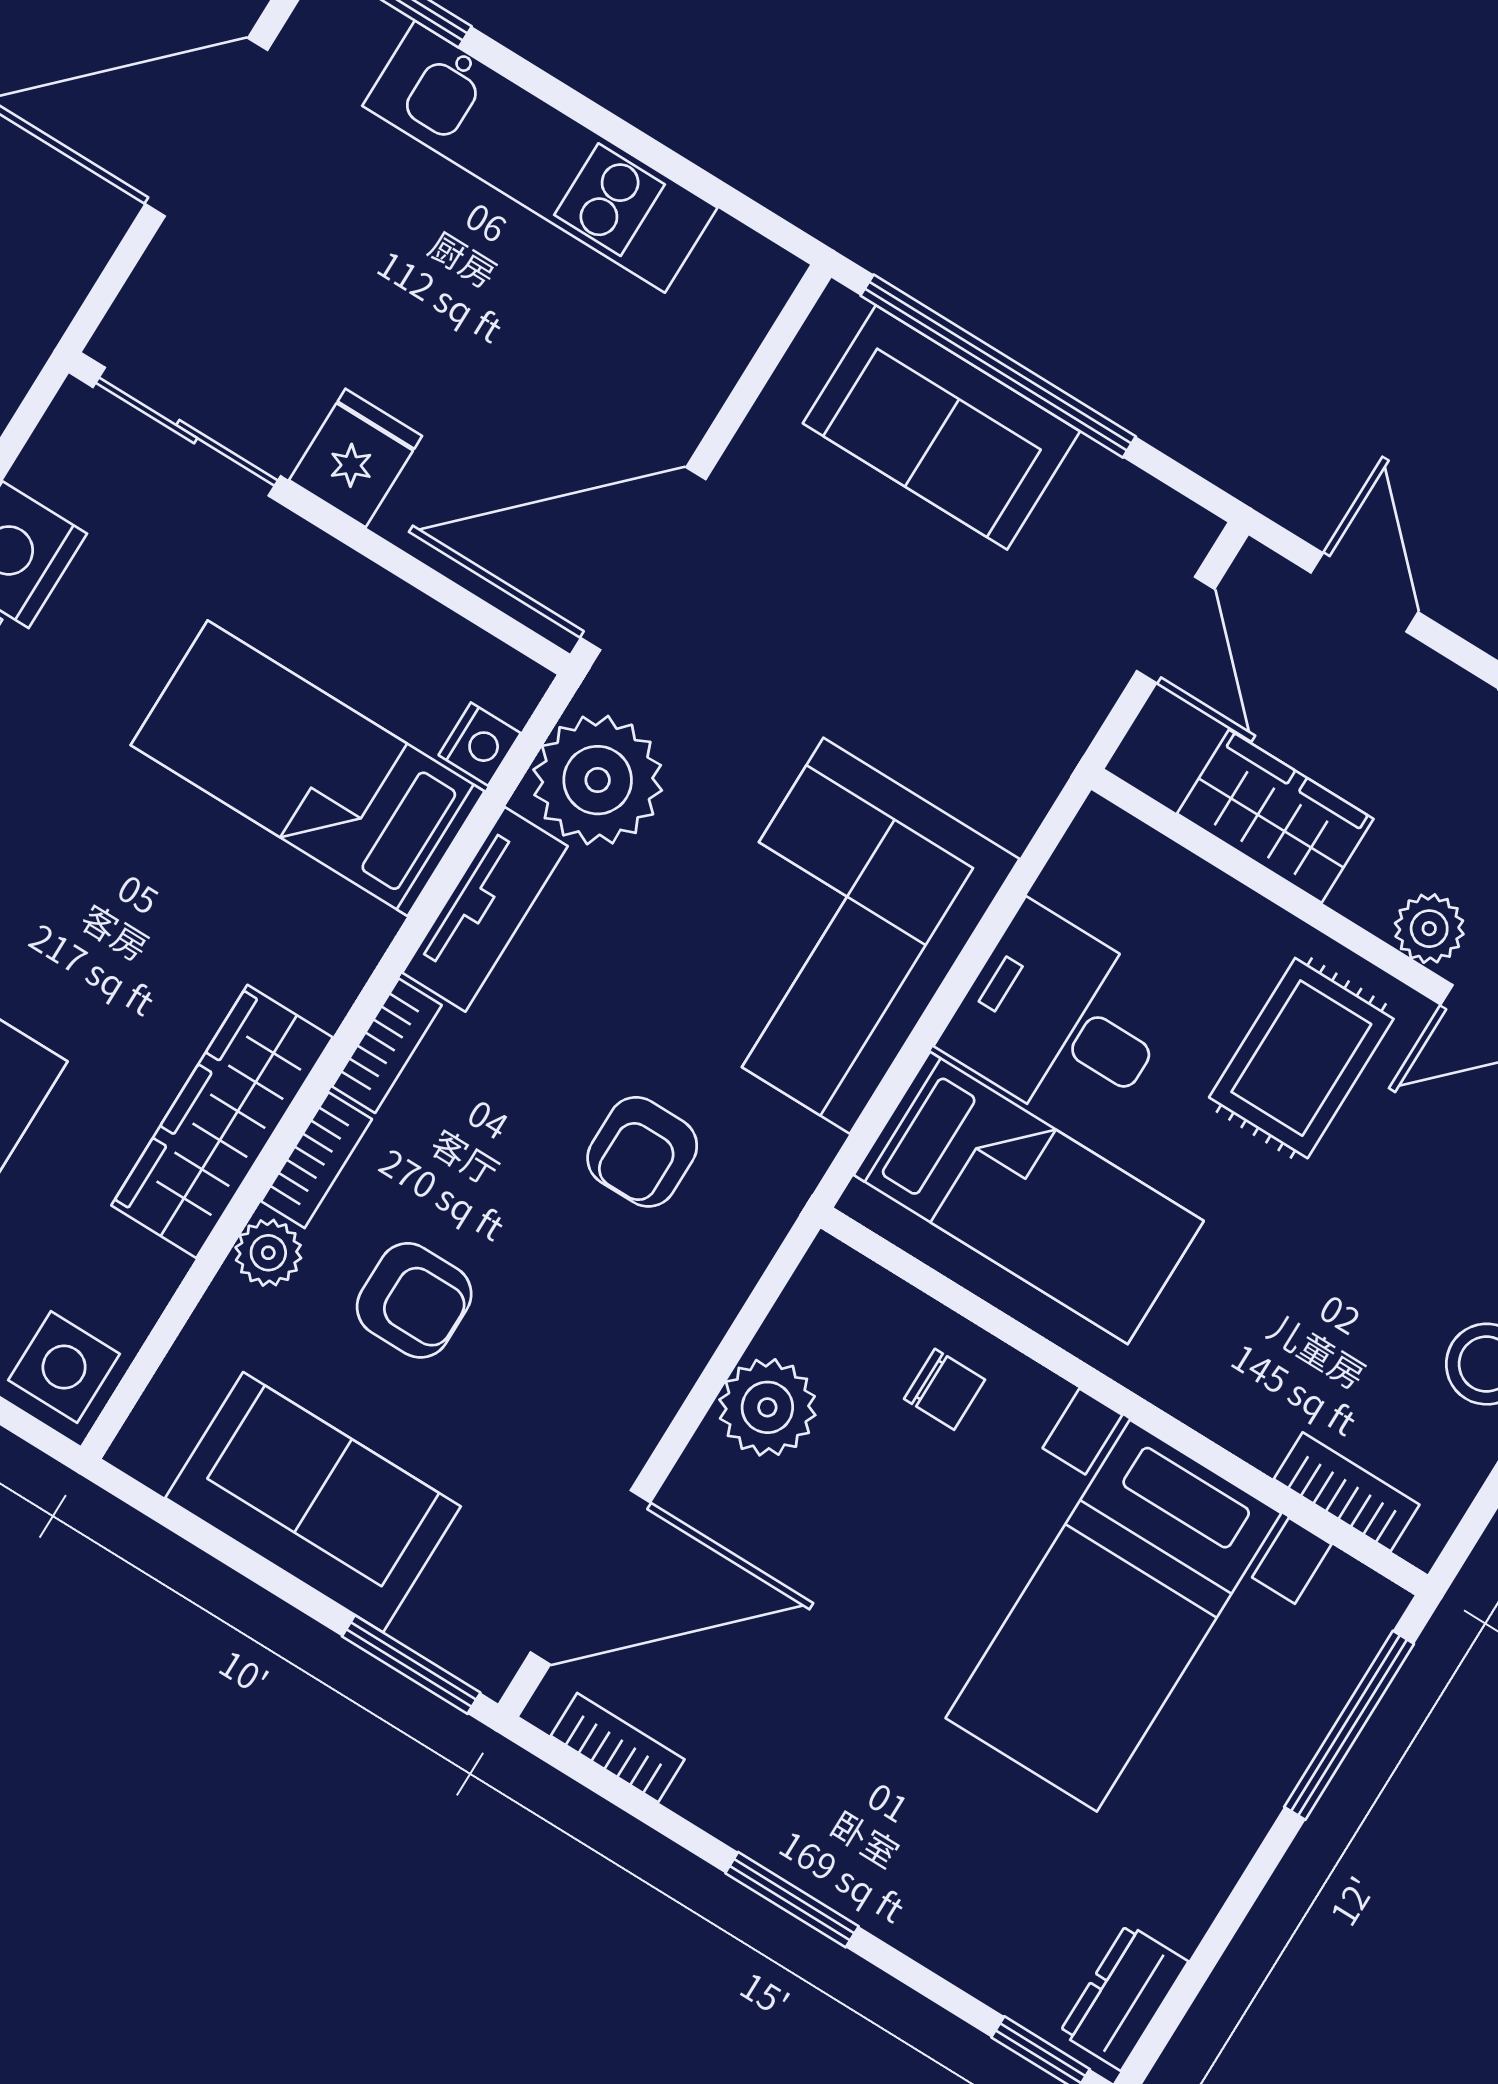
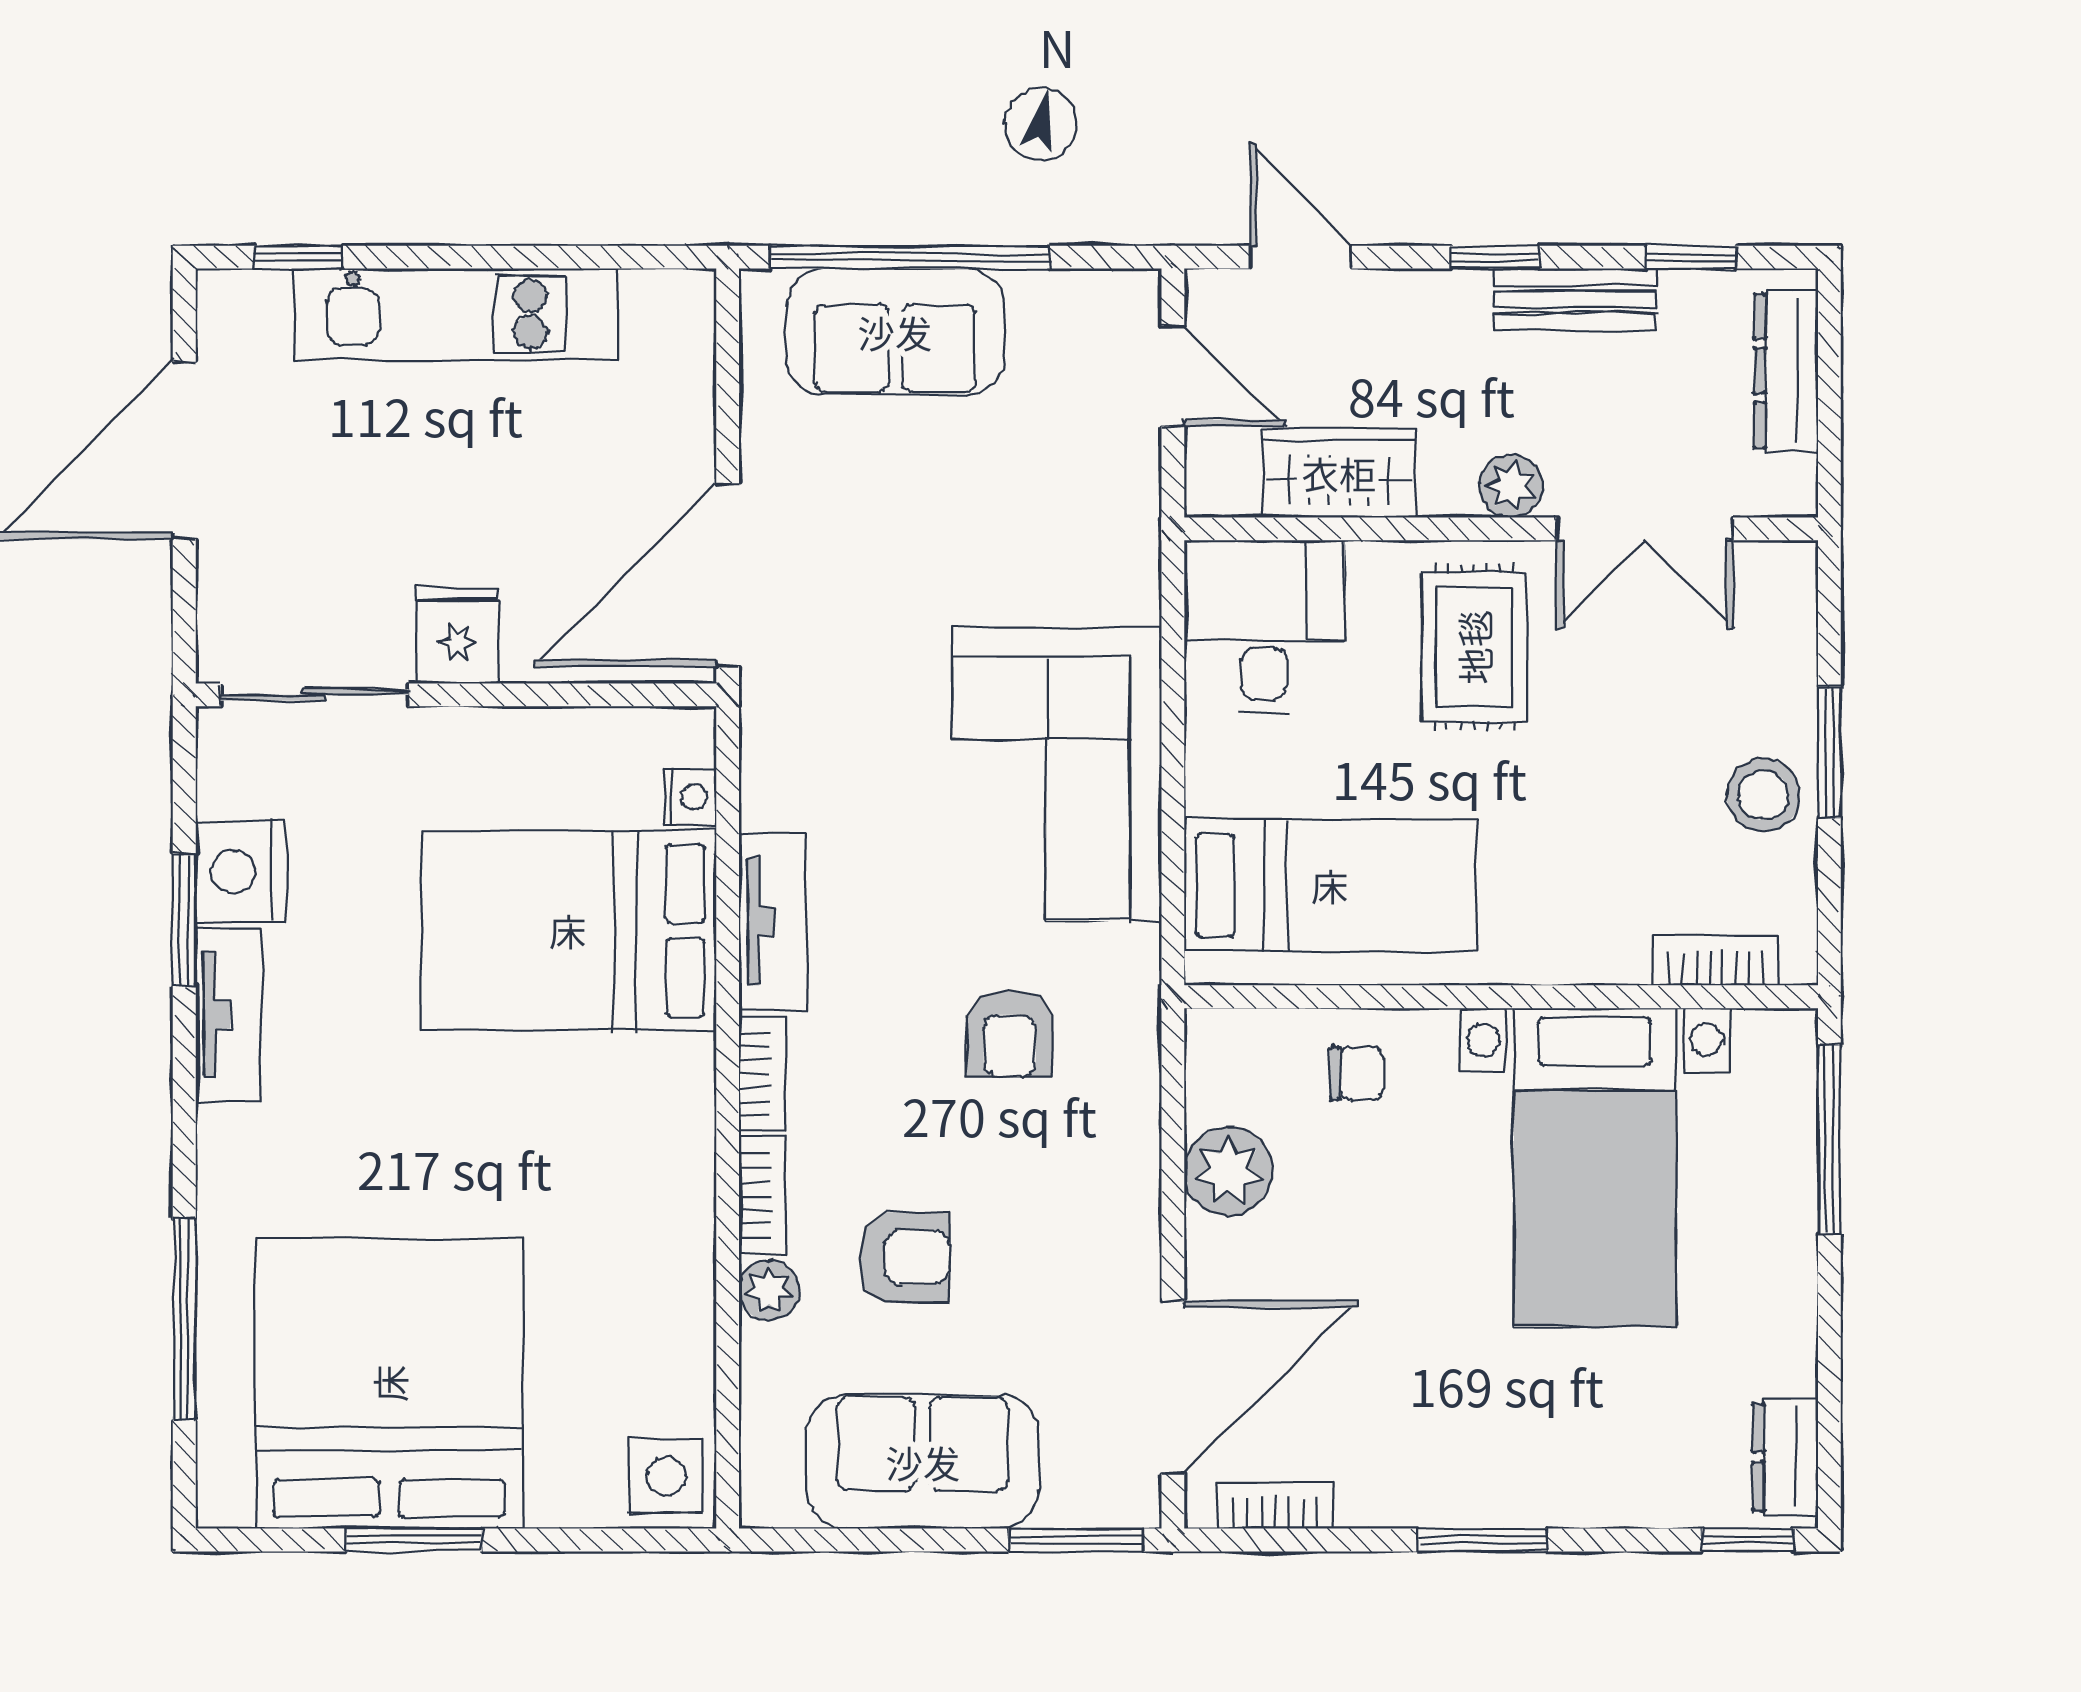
bed: (308, 768) -> (568, 930), width x1.50
plant: (598, 780) -> (798, 768), removed
desk: (1061, 1021) -> (1264, 626), moved, turned 90
wardrobe: (222, 1121) -> (671, 1211), removed

